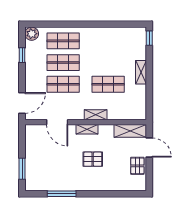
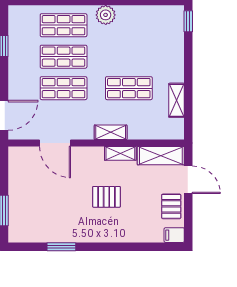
plant: (32, 34) -> (106, 15), moved
shelving: (141, 72) -> (176, 100), moved
shelving: (87, 129) -> (120, 153), moved
filing cabinet: (139, 186) -> (174, 235), added
window: (62, 194) -> (61, 247), width x0.69

